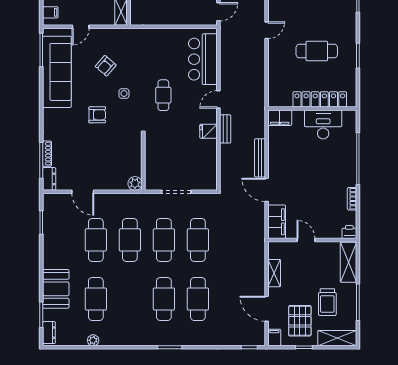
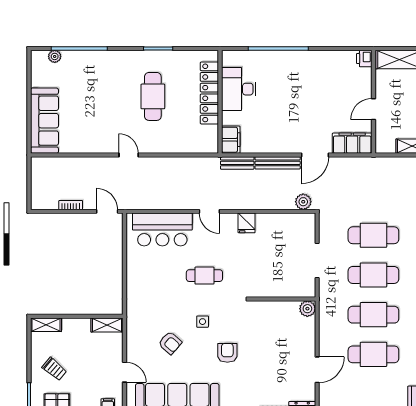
bench: (225, 129) -> (237, 163), moved
plant: (227, 180) -> (303, 202), added
bookcase: (352, 199) -> (325, 55), removed

